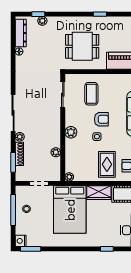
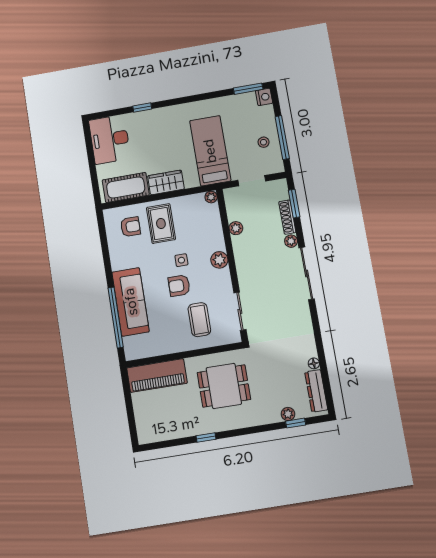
bed: (70, 210) -> (210, 151), width x0.67

